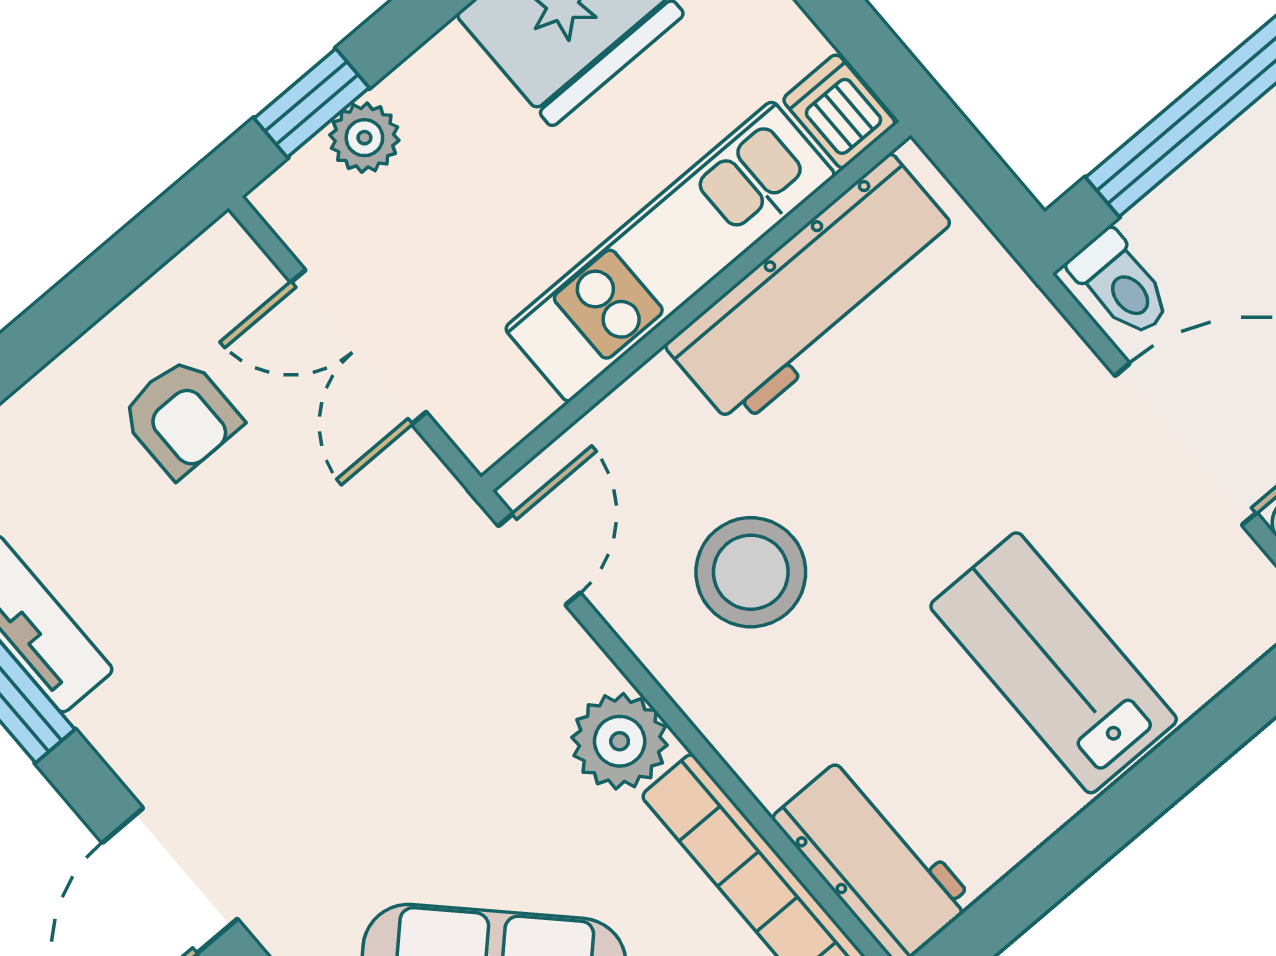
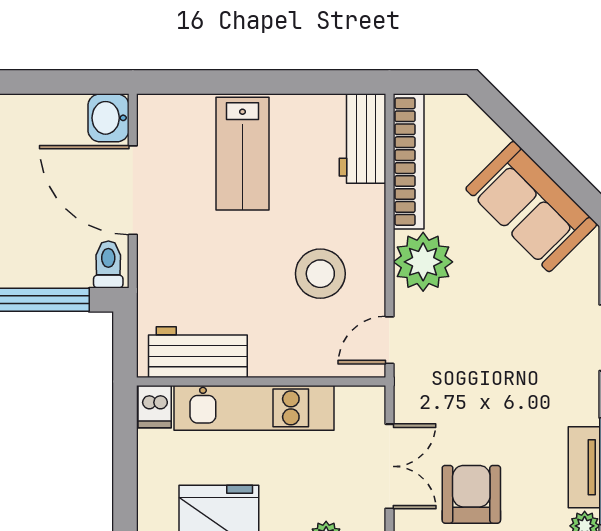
workbench: (813, 291) -> (198, 352), width x0.73
armchair: (181, 417) -> (471, 494), width x1.38, depth x1.38
plant: (620, 741) -> (423, 262), width x1.36, depth x1.36

